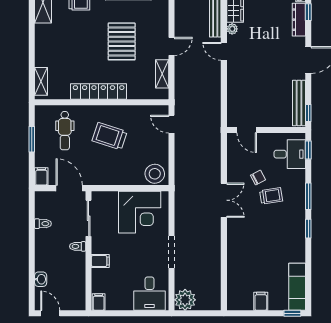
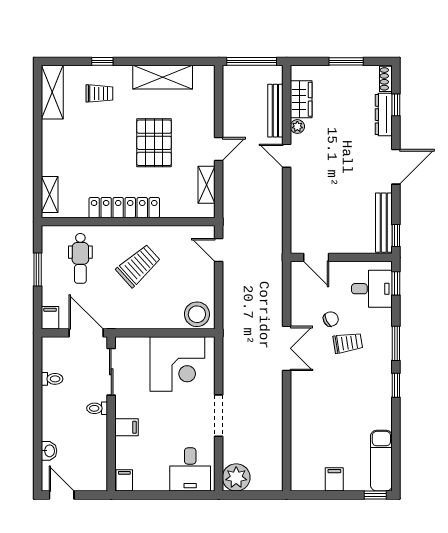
trolley: (110, 136) -> (138, 266), turned 120

